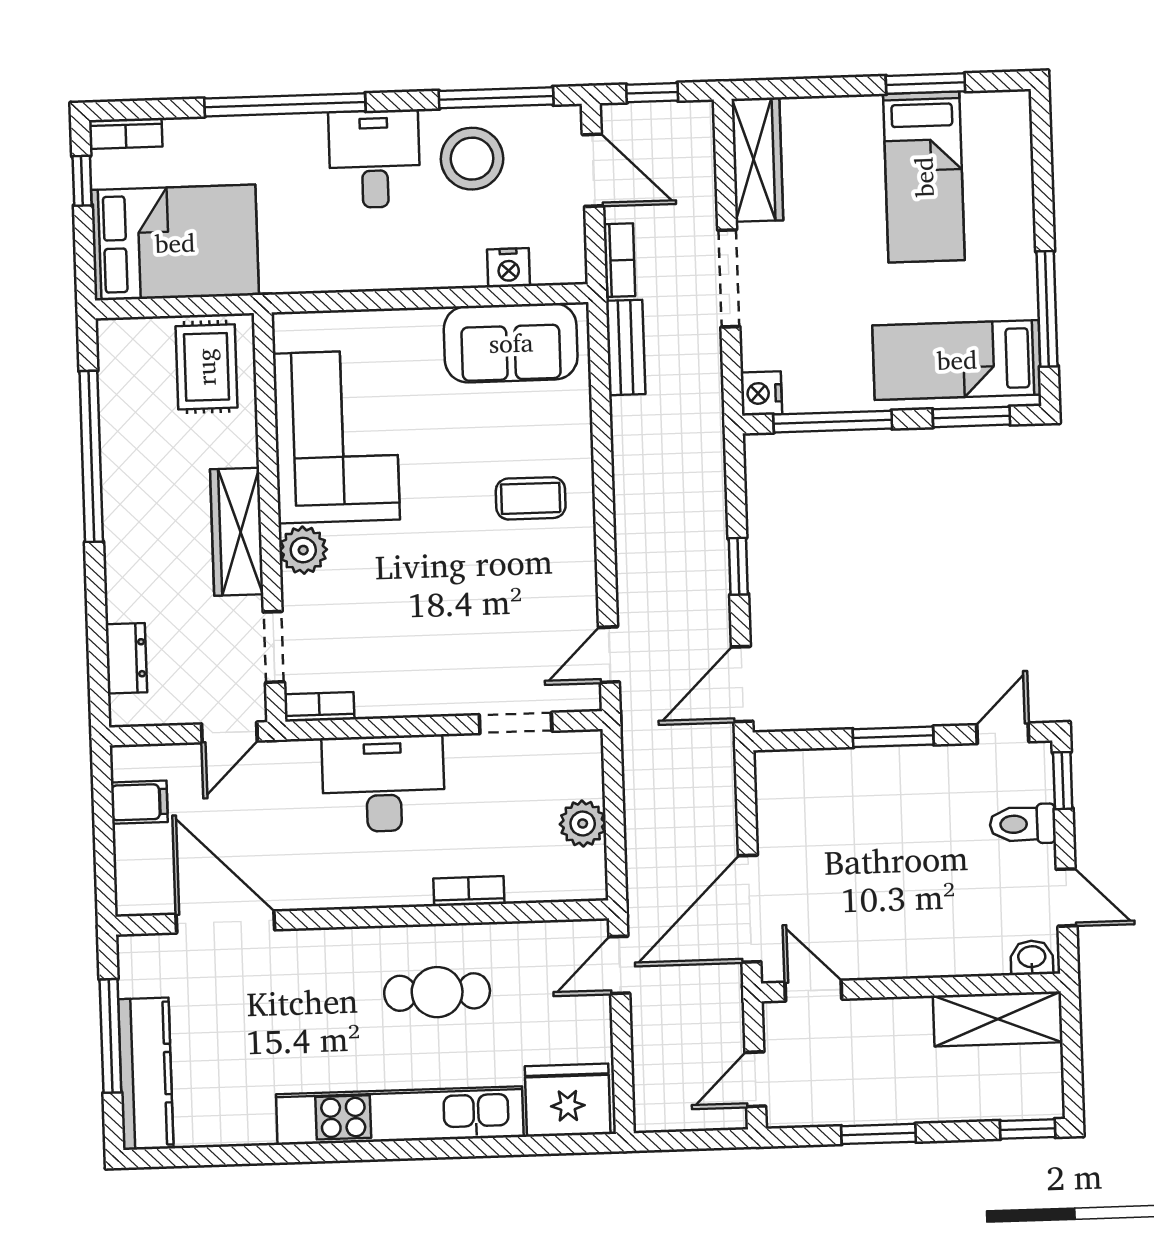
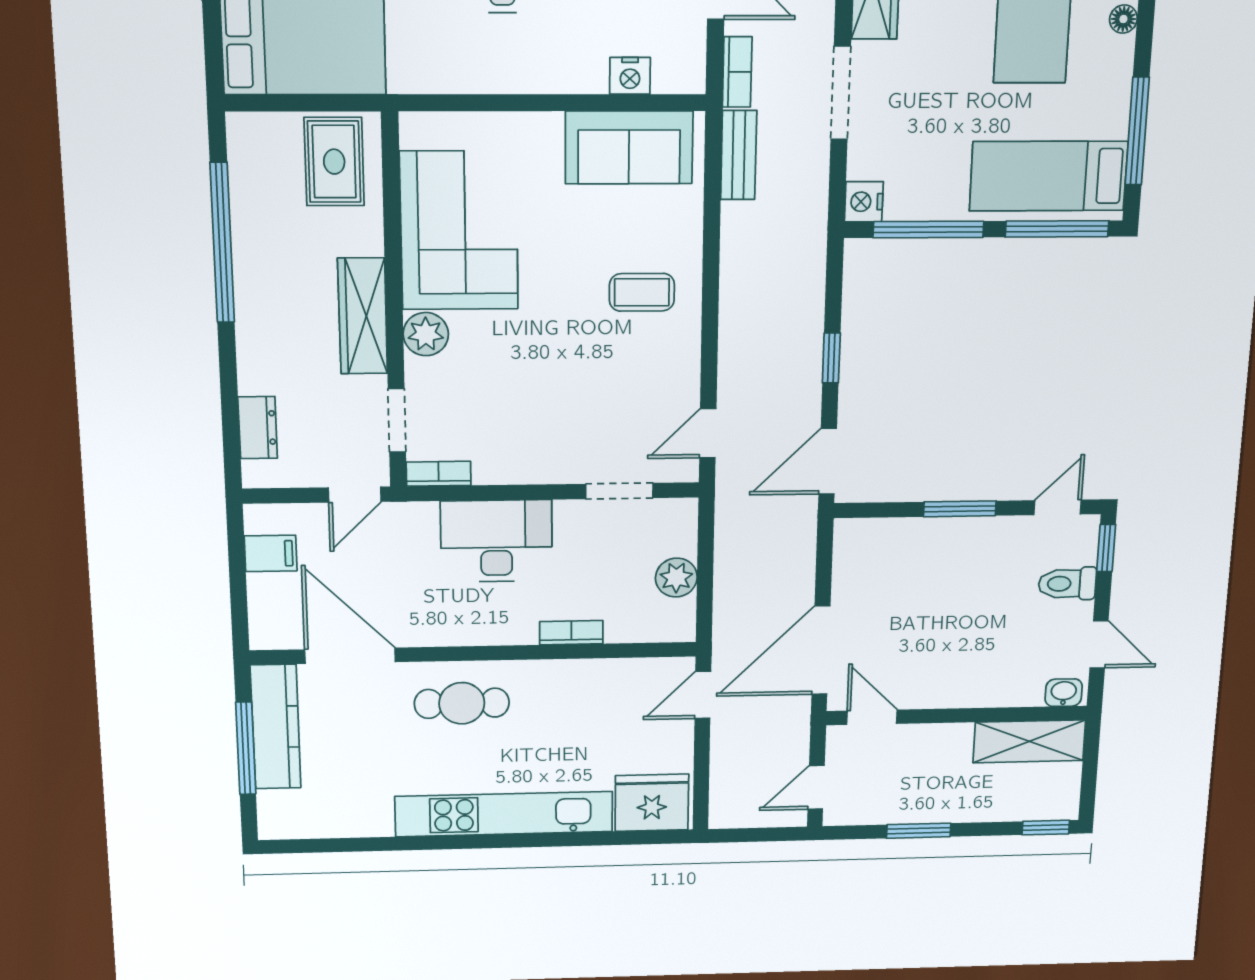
floor lamp: (1020, 192) -> (1123, 19), added
window: (971, 417) -> (1057, 229), width x1.44
cafe table: (437, 992) -> (462, 703), moved
kitchen counter: (146, 1074) -> (276, 727), moved

